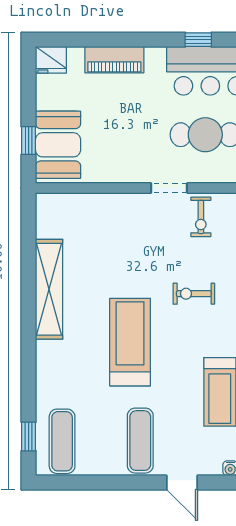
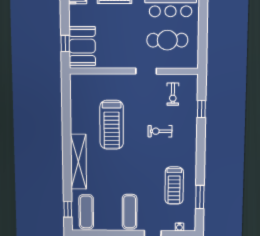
exercise bike: (201, 217) -> (173, 94), moved
shelving: (49, 289) -> (78, 162), moved
treadmill: (130, 342) -> (112, 125), moved, turned 180

